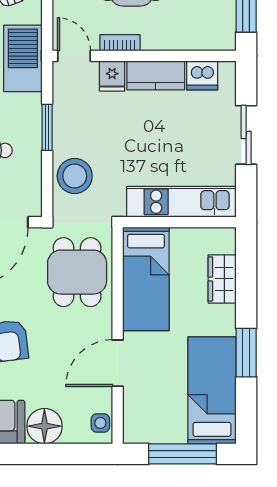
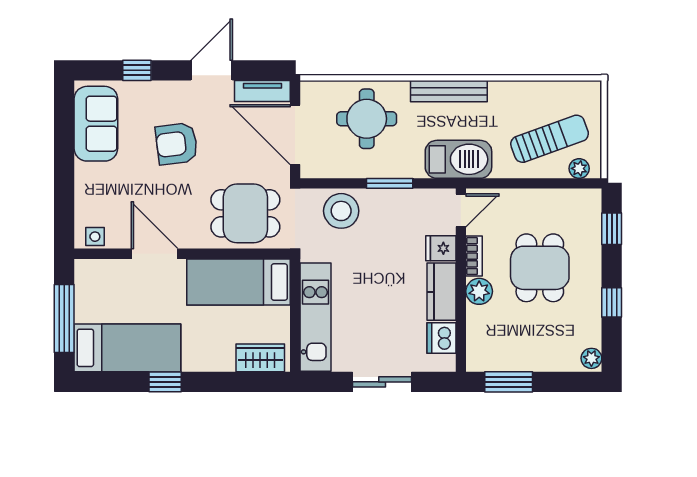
plant: (155, 38) -> (479, 291), added
wardrobe: (222, 279) -> (260, 358), moved
window: (246, 353) -> (165, 382), width x0.67
floor lamp: (44, 426) -> (92, 181), removed

